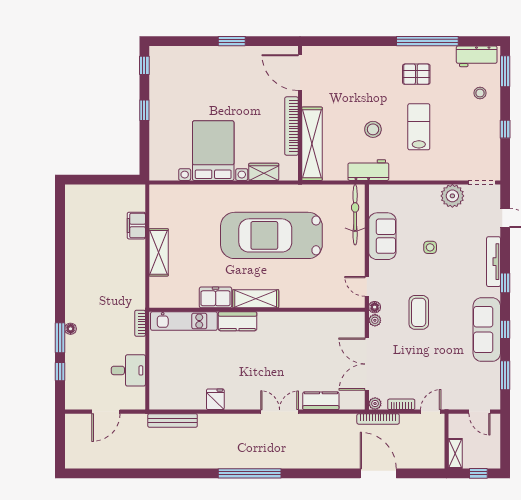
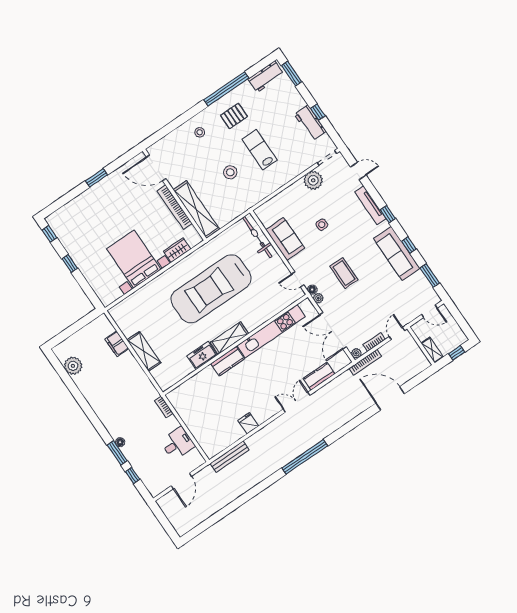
stool: (480, 93) -> (200, 132), moved
workbench: (368, 170) -> (310, 123), moved, turned -90
plant: (76, 217) -> (73, 366), added
kitchen unit: (184, 321) -> (271, 331), moved, width x1.36

